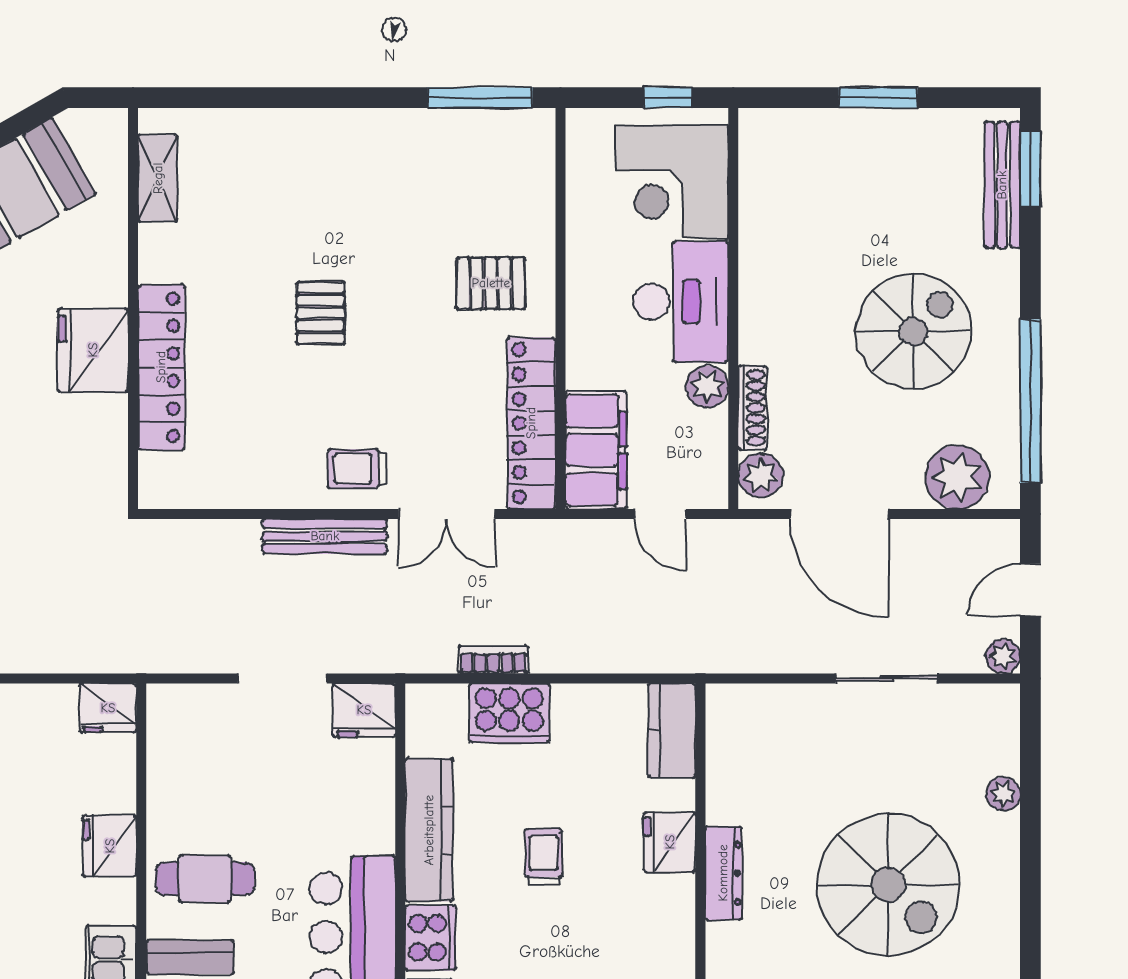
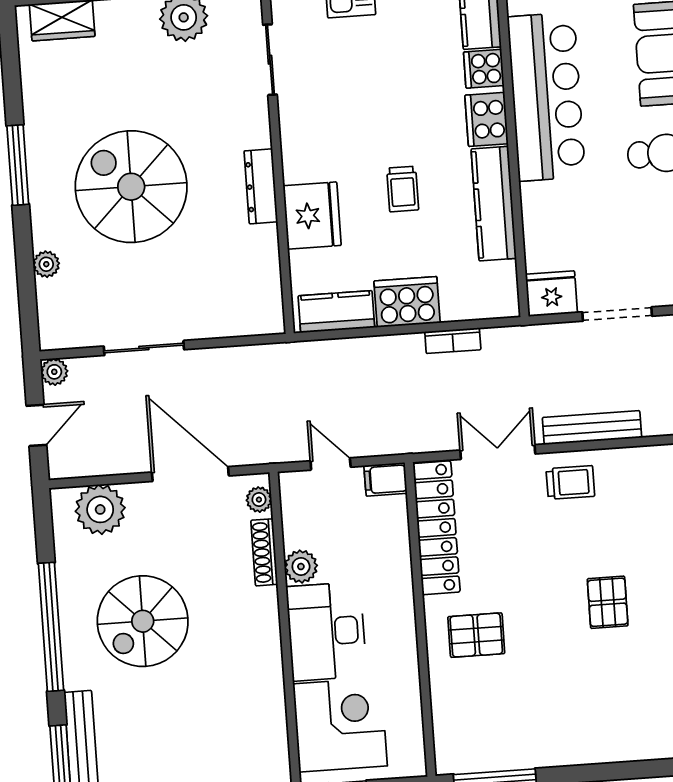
window: (1030, 401) -> (51, 627), moved
filing cabinet: (596, 450) -> (386, 479), width x0.33, depth x0.86
plant: (761, 475) -> (259, 500), width x0.73, depth x0.73
cooker: (509, 713) -> (407, 302), moved
kitchen counter: (672, 731) -> (336, 312), moved, turned -90
fridge: (670, 842) -> (312, 216), width x1.36, depth x1.34
window: (1030, 922) -> (18, 165), added

